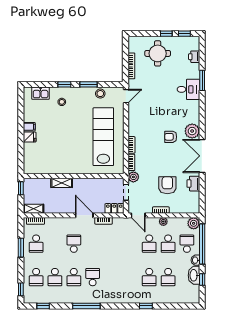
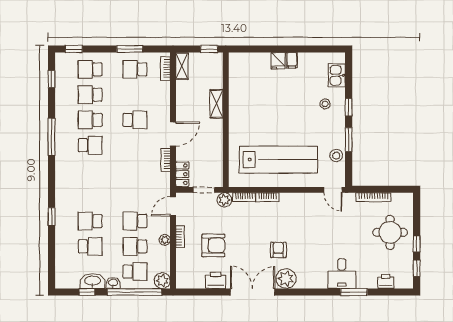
school desk: (168, 277) -> (90, 246), turned 180

